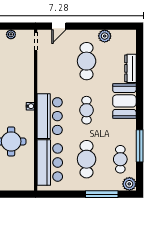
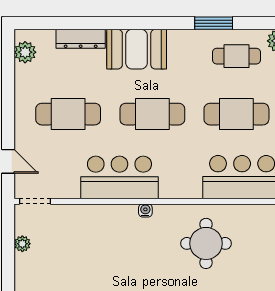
plant: (105, 36) -> (25, 52), moved
cafe table: (87, 110) -> (152, 114), width x1.37, depth x1.35
bar counter: (50, 116) -> (119, 177), moved
window: (140, 146) -> (214, 23), width x0.69

